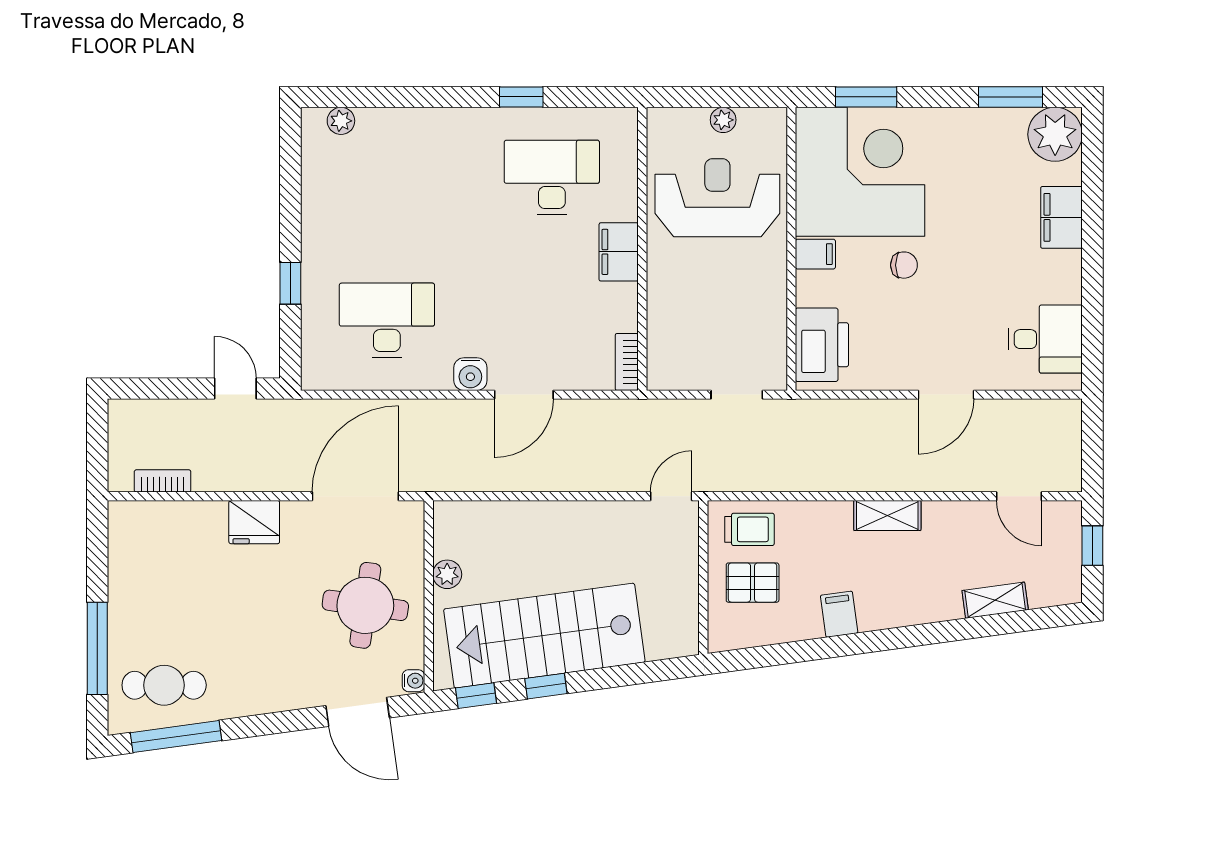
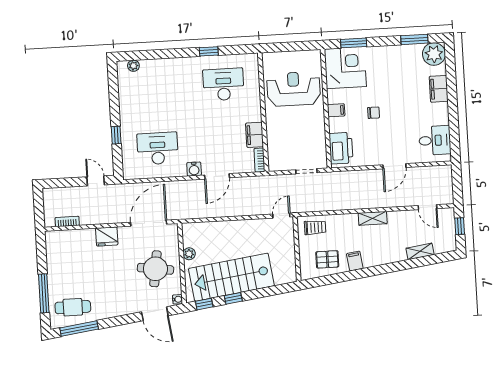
plant: (723, 120) -> (294, 56), removed
corner desk: (860, 172) -> (345, 68), width x0.74, depth x0.74
filing cabinet: (619, 252) -> (255, 135), moved
pallet: (753, 583) -> (327, 259), moved

